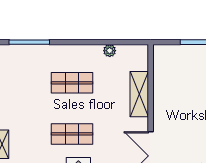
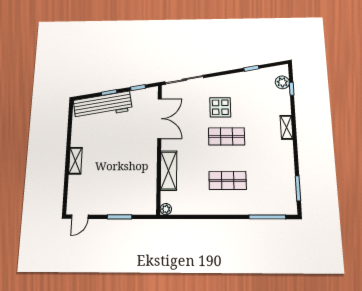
plant: (110, 51) -> (166, 209), moved

